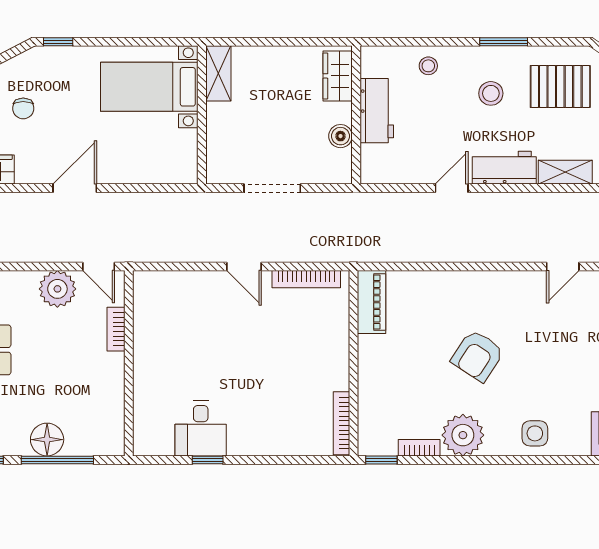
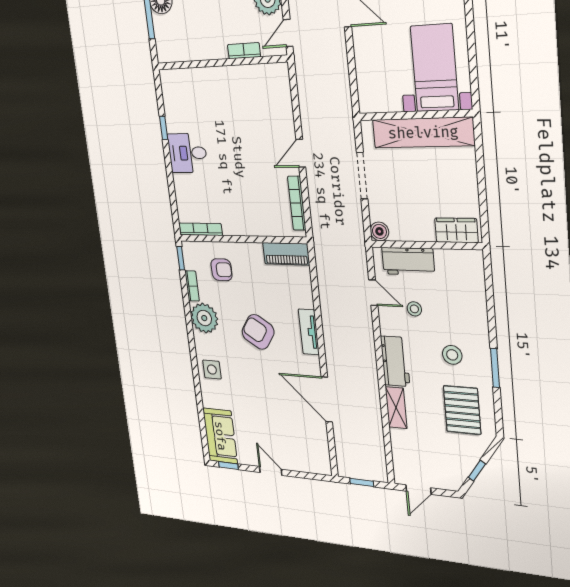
stool: (428, 66) -> (414, 309), moved
shelving: (218, 73) -> (423, 133), width x2.20, depth x1.33
workbench: (377, 111) -> (408, 261), moved
boiler: (340, 136) -> (379, 231), moved
door: (452, 188) -> (373, 293), moved
door: (563, 267) -> (327, 399), width x1.88
tv unit: (473, 282) -> (309, 332), added
armchair: (395, 399) -> (221, 270), added
desk: (201, 428) -> (188, 153), moved

